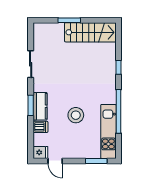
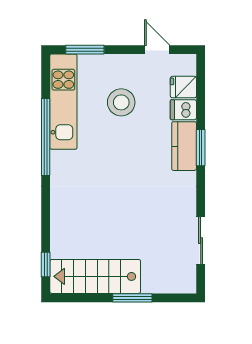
sliding door: (31, 64) -> (201, 241), moved
window: (118, 67) -> (46, 265), moved
stool: (76, 115) -> (121, 102), moved
fridge: (40, 152) -> (183, 87), moved

